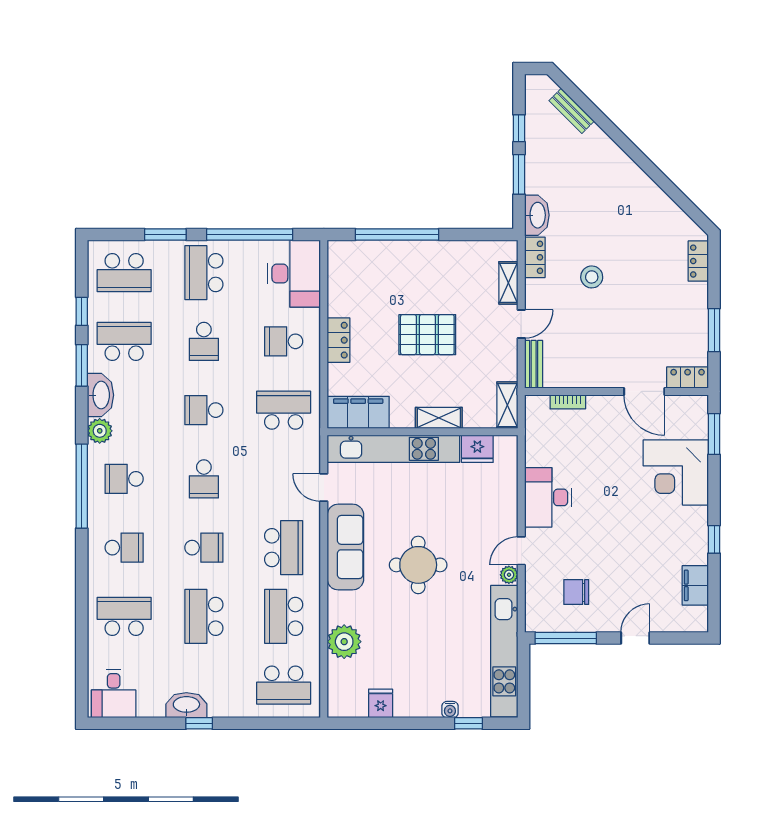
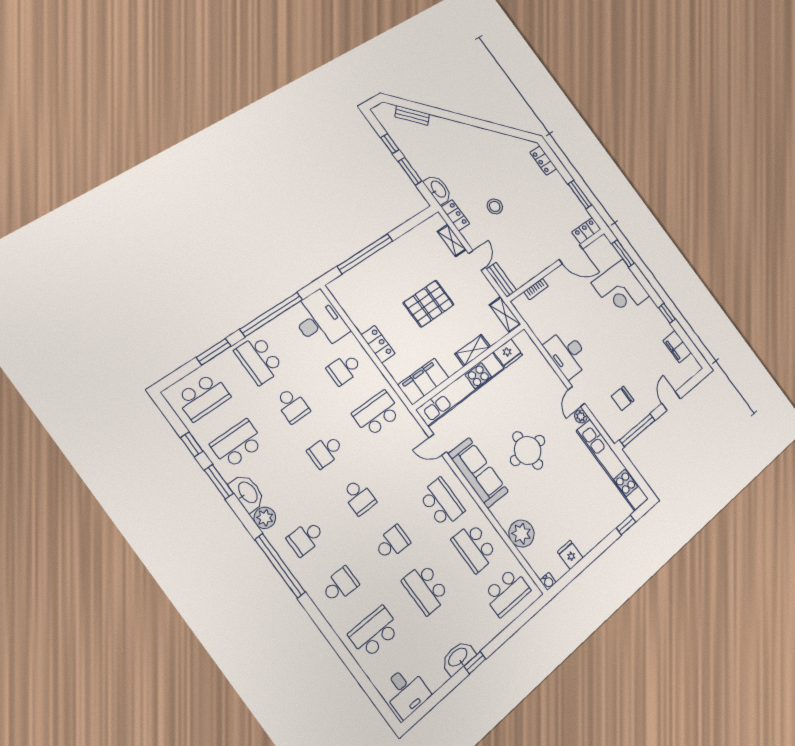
water cooler: (450, 710) -> (548, 581), moved

